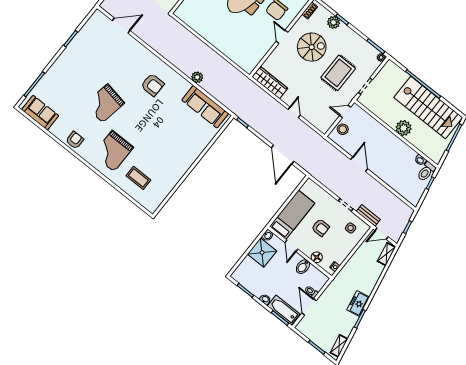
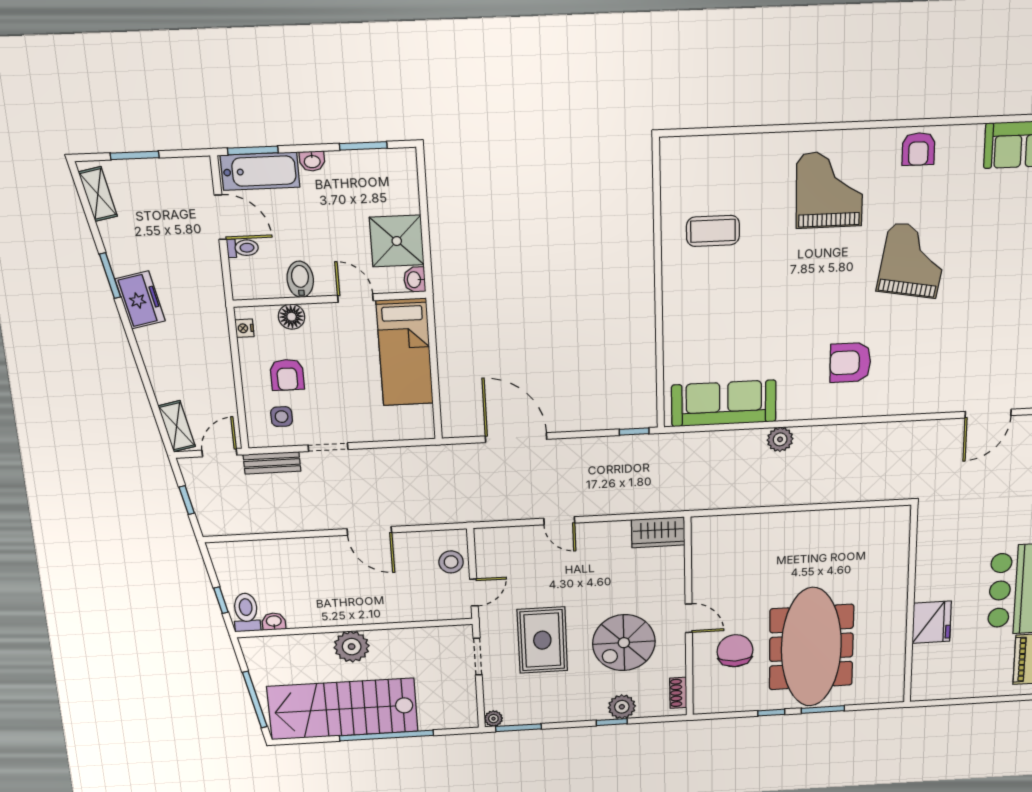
wardrobe: (270, 82) -> (658, 532), width x0.67
coffee table: (138, 178) -> (713, 231), moved
armchair: (321, 228) -> (287, 375), moved, turned -90

